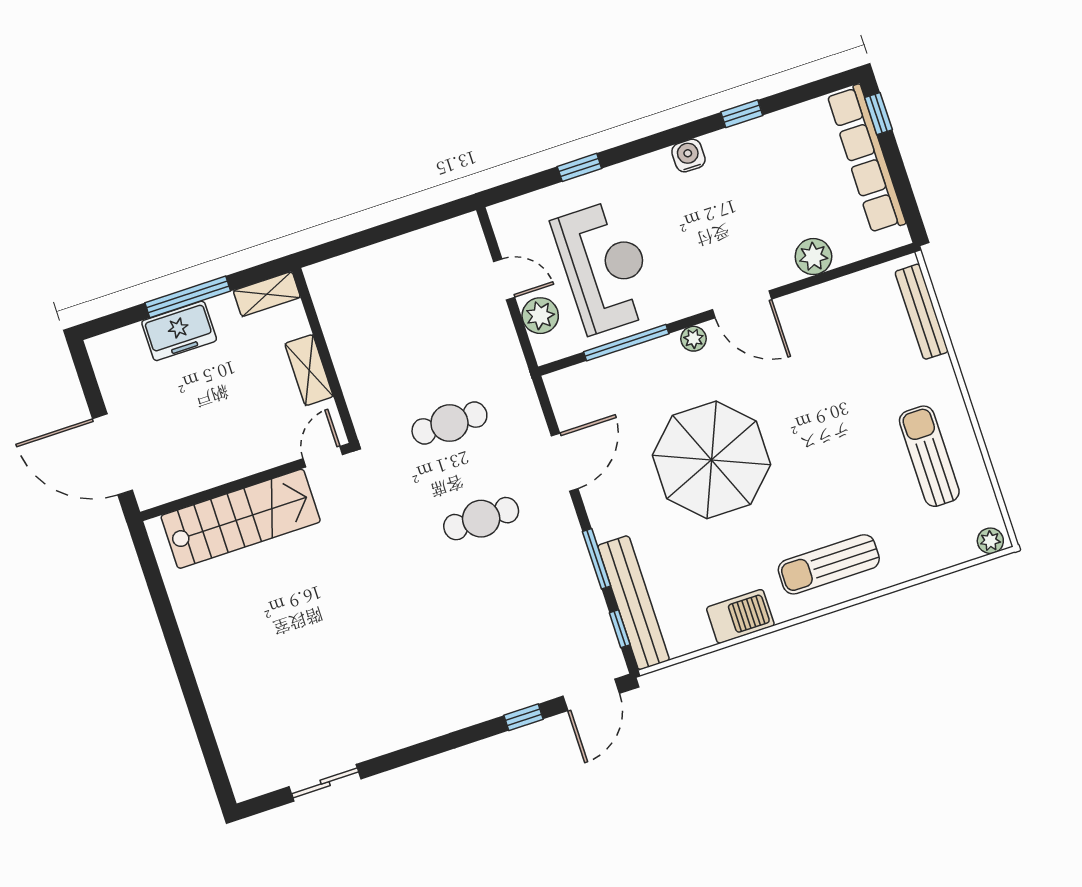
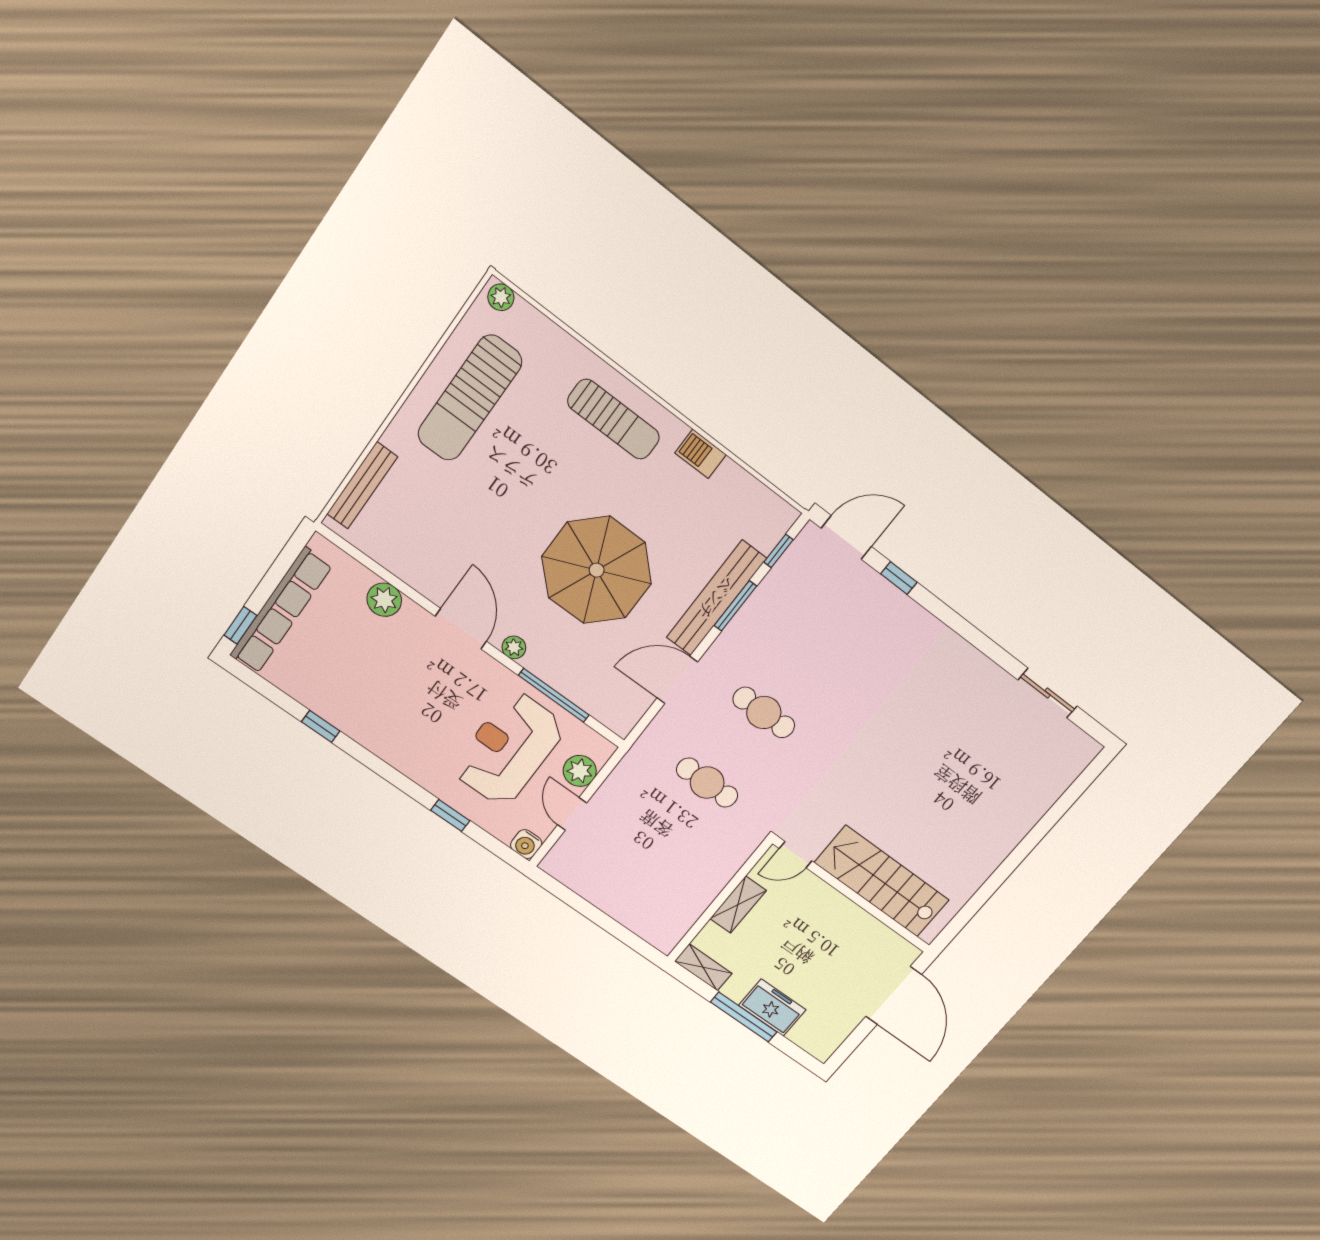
water cooler: (688, 156) -> (526, 844), moved
sun lounger: (929, 456) -> (470, 398), width x1.36, depth x1.34
bench: (634, 603) -> (716, 598), moved
barbecue: (740, 616) -> (700, 454), width x0.73, depth x0.79

